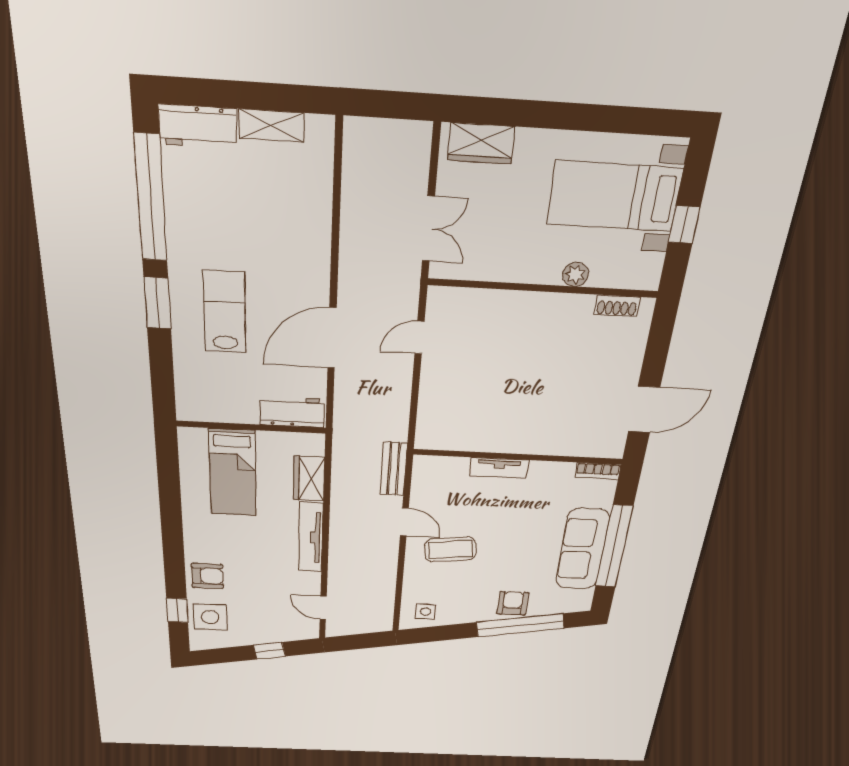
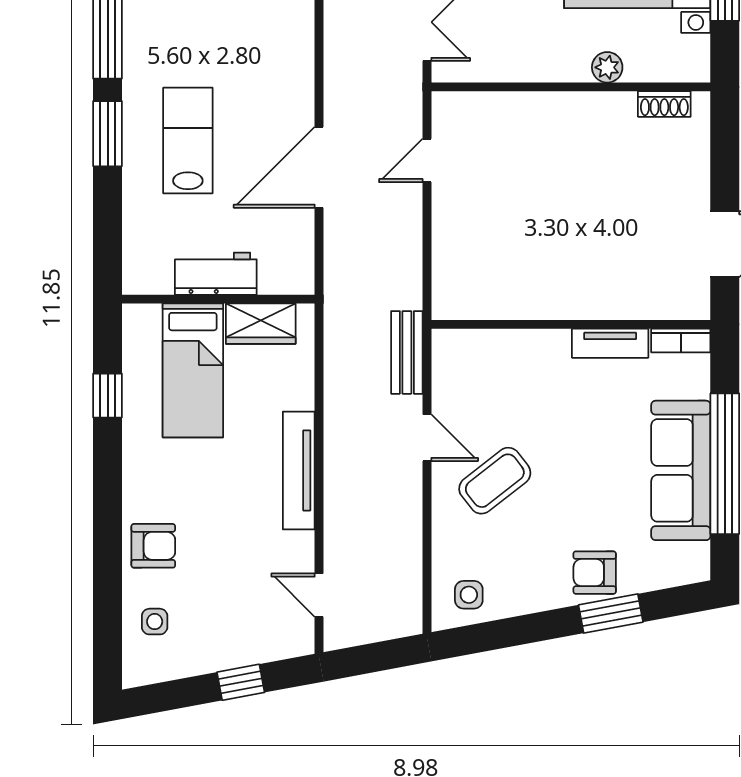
workbench: (292, 412) -> (216, 274), moved
tv unit: (499, 468) -> (610, 343), moved
wardrobe: (309, 478) -> (261, 324), moved, turned -90
coffee table: (450, 549) -> (495, 481), turned -31
armchair: (513, 603) -> (595, 573), turned -90
window: (177, 610) -> (108, 396), moved
side table: (210, 617) -> (155, 622), width x0.54, depth x0.54
window: (520, 625) -> (611, 613), width x0.47

